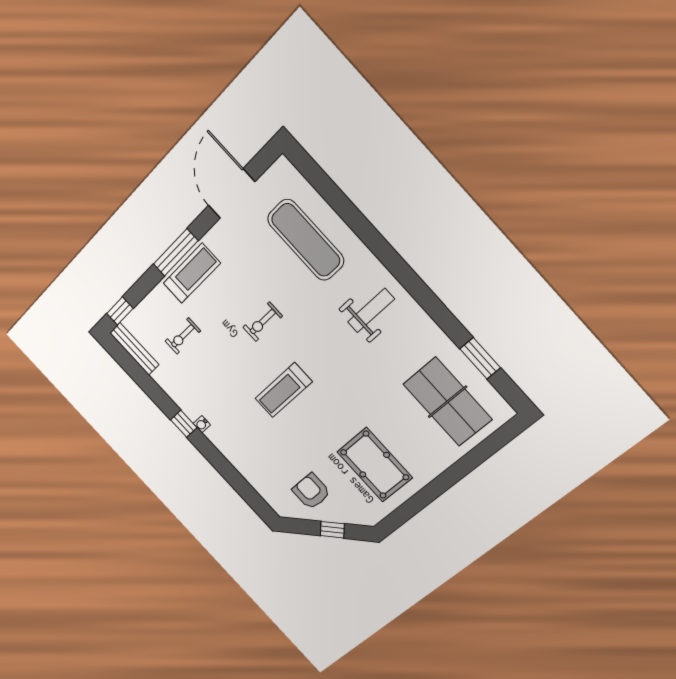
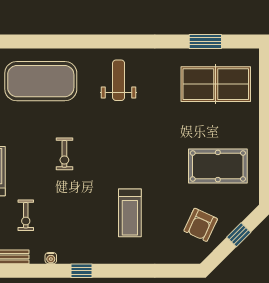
exercise mat: (306, 240) -> (41, 81), width x1.47
treadmill: (284, 390) -> (130, 213), moved
water cooler: (202, 424) -> (51, 258), moved
armchair: (311, 491) -> (201, 225), turned -65

